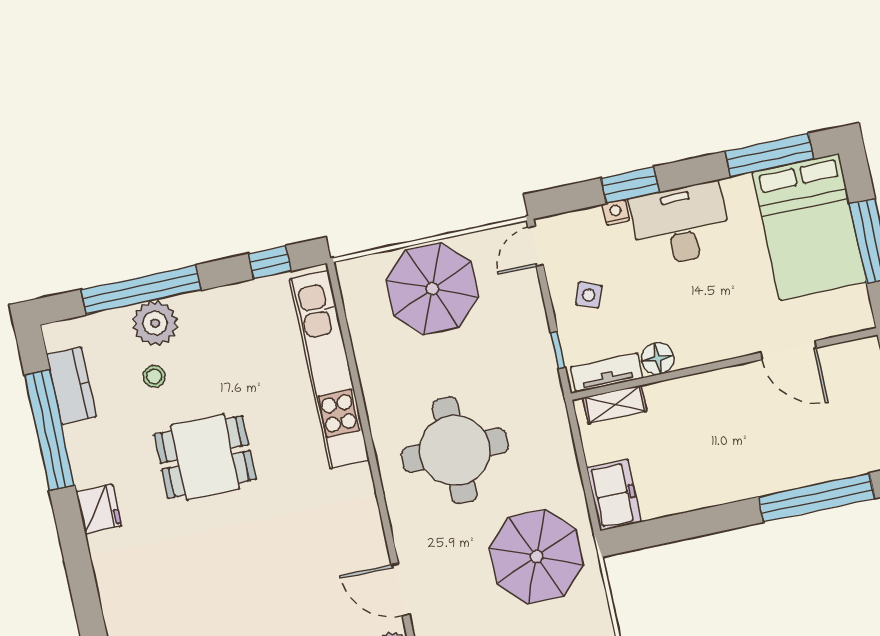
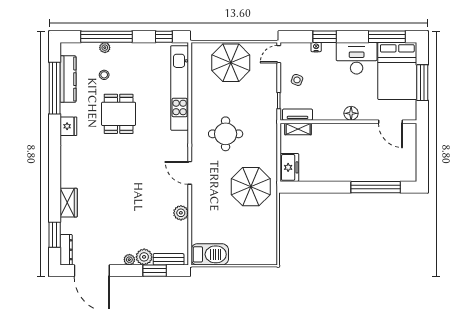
desk: (680, 225) -> (357, 58), moved
plant: (155, 323) -> (105, 48), width x0.53, depth x0.53
door: (789, 350) -> (390, 122), moved
floor lamp: (658, 359) -> (351, 113), moved
kitchen counter: (71, 386) -> (68, 79), width x1.50
round table: (455, 450) -> (226, 134), width x0.73, depth x0.73
dining table: (205, 457) -> (119, 114), turned 90
door: (400, 590) -> (190, 173), moved

